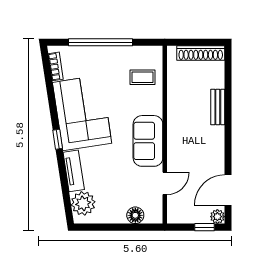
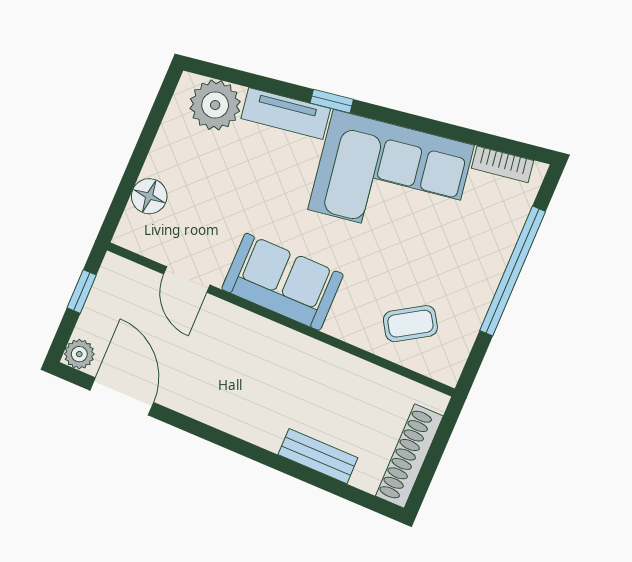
coffee table: (143, 77) -> (410, 324), turned 58
bench: (218, 107) -> (318, 456), moved
window: (58, 139) -> (332, 101), moved
window: (204, 227) -> (82, 291), moved

